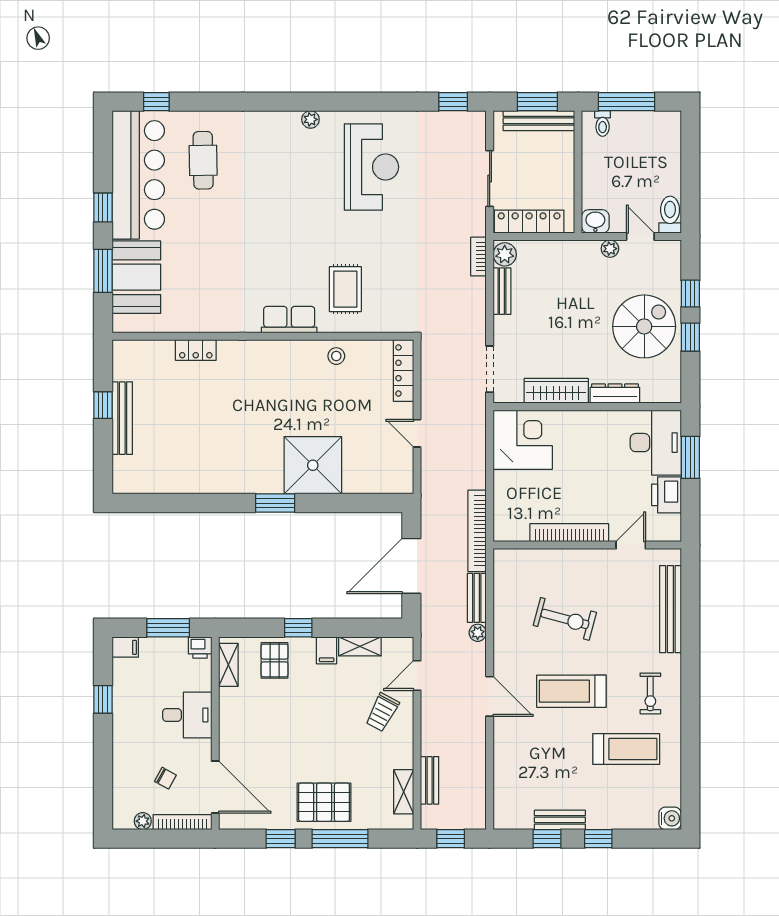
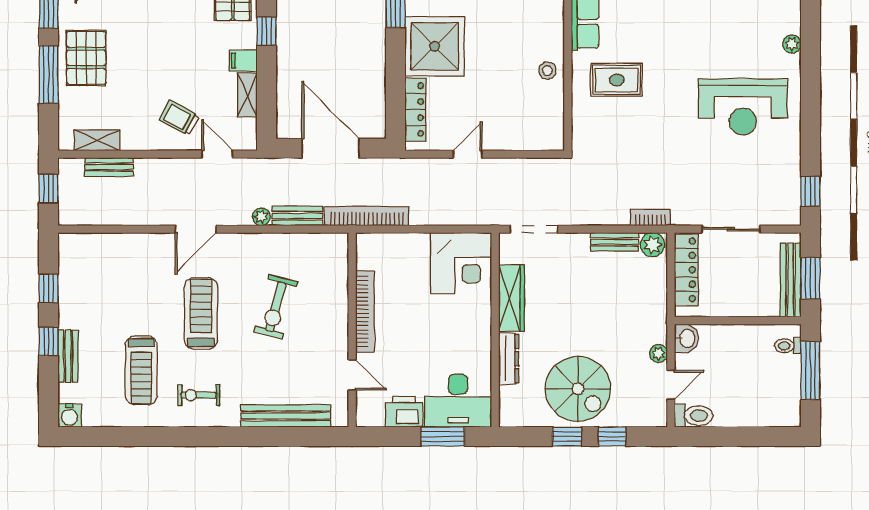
locker: (403, 371) -> (415, 110), moved, turned 90
bench: (560, 820) -> (68, 356), moved

